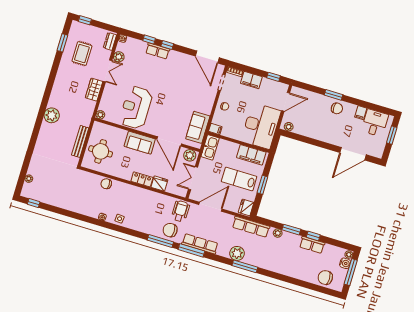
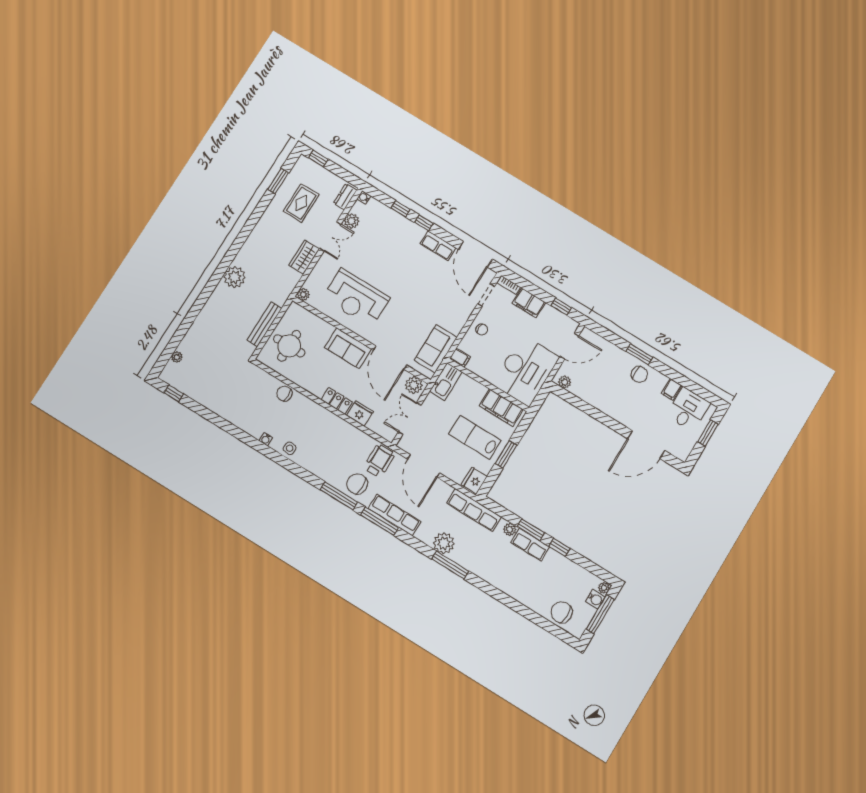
row of seats: (158, 51) -> (438, 246), moved
reception desk: (136, 108) -> (356, 298), turned -90
door: (210, 207) -> (424, 466), swing flipped
row of seats: (312, 245) -> (530, 545), moved

